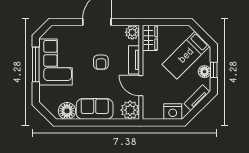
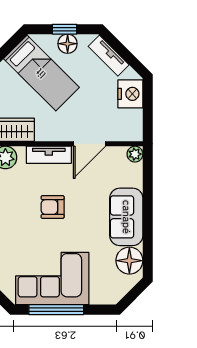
armchair: (101, 62) -> (53, 207), turned 180
plant: (130, 110) -> (135, 154), width x0.53, depth x0.53

